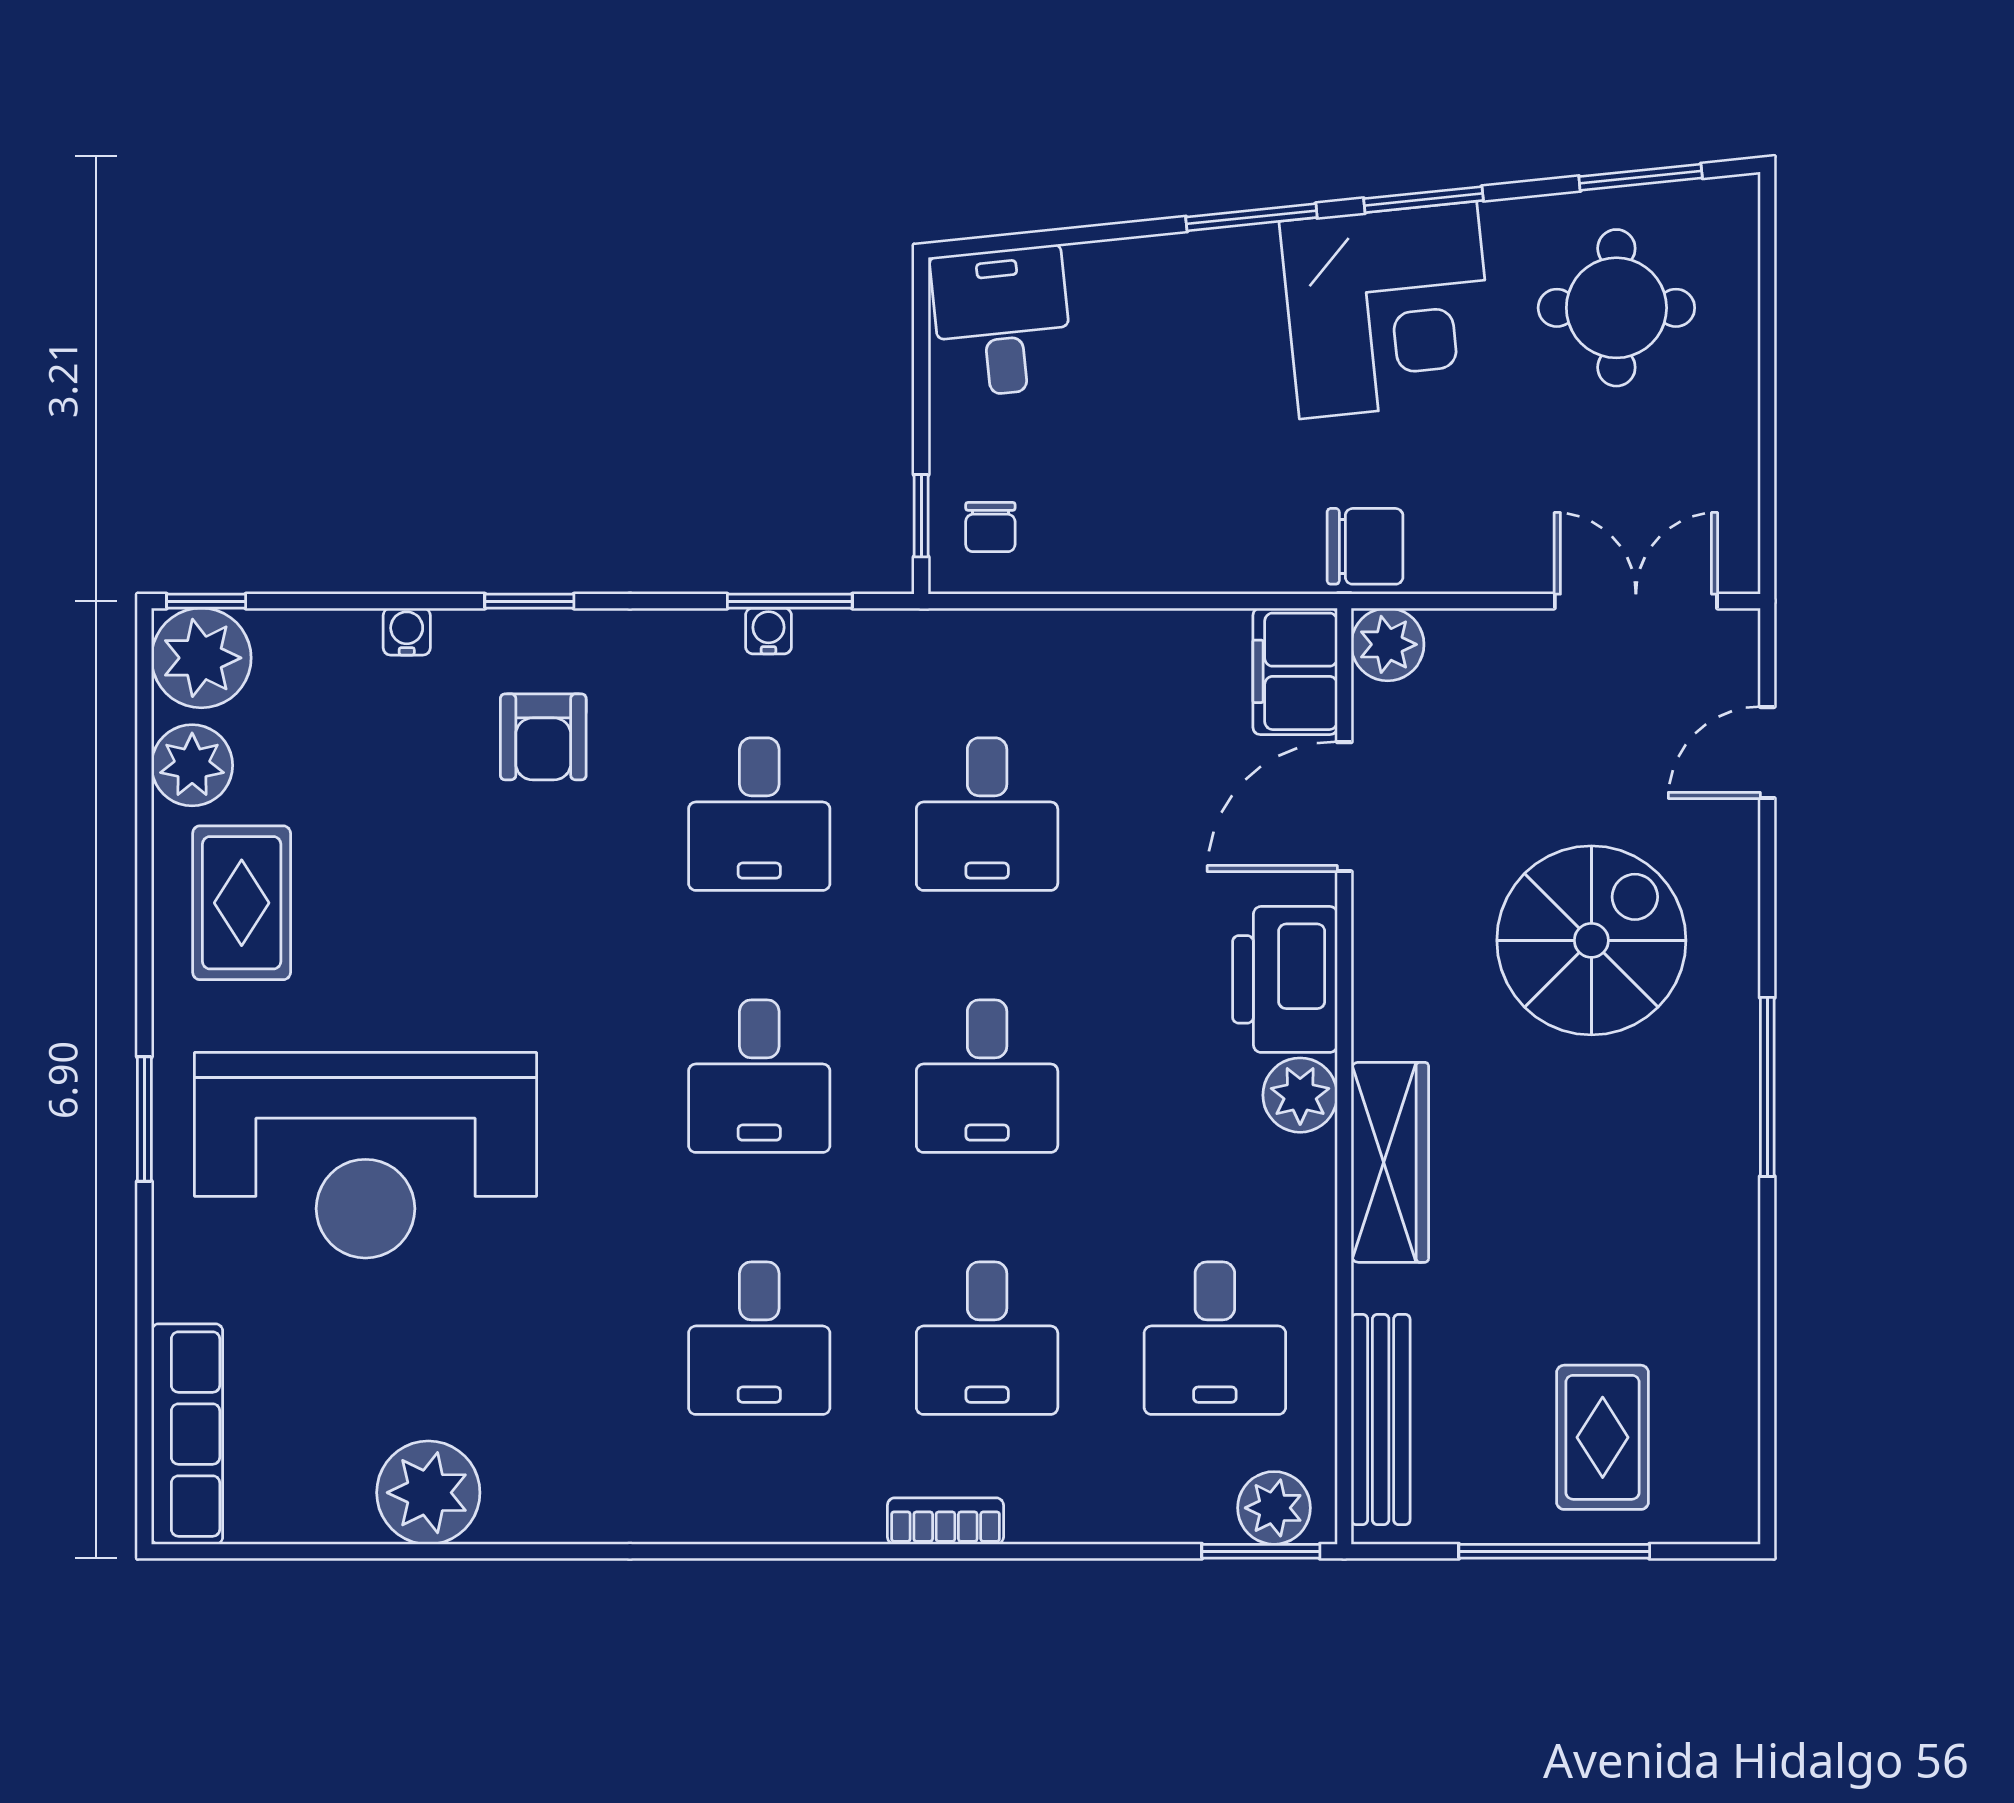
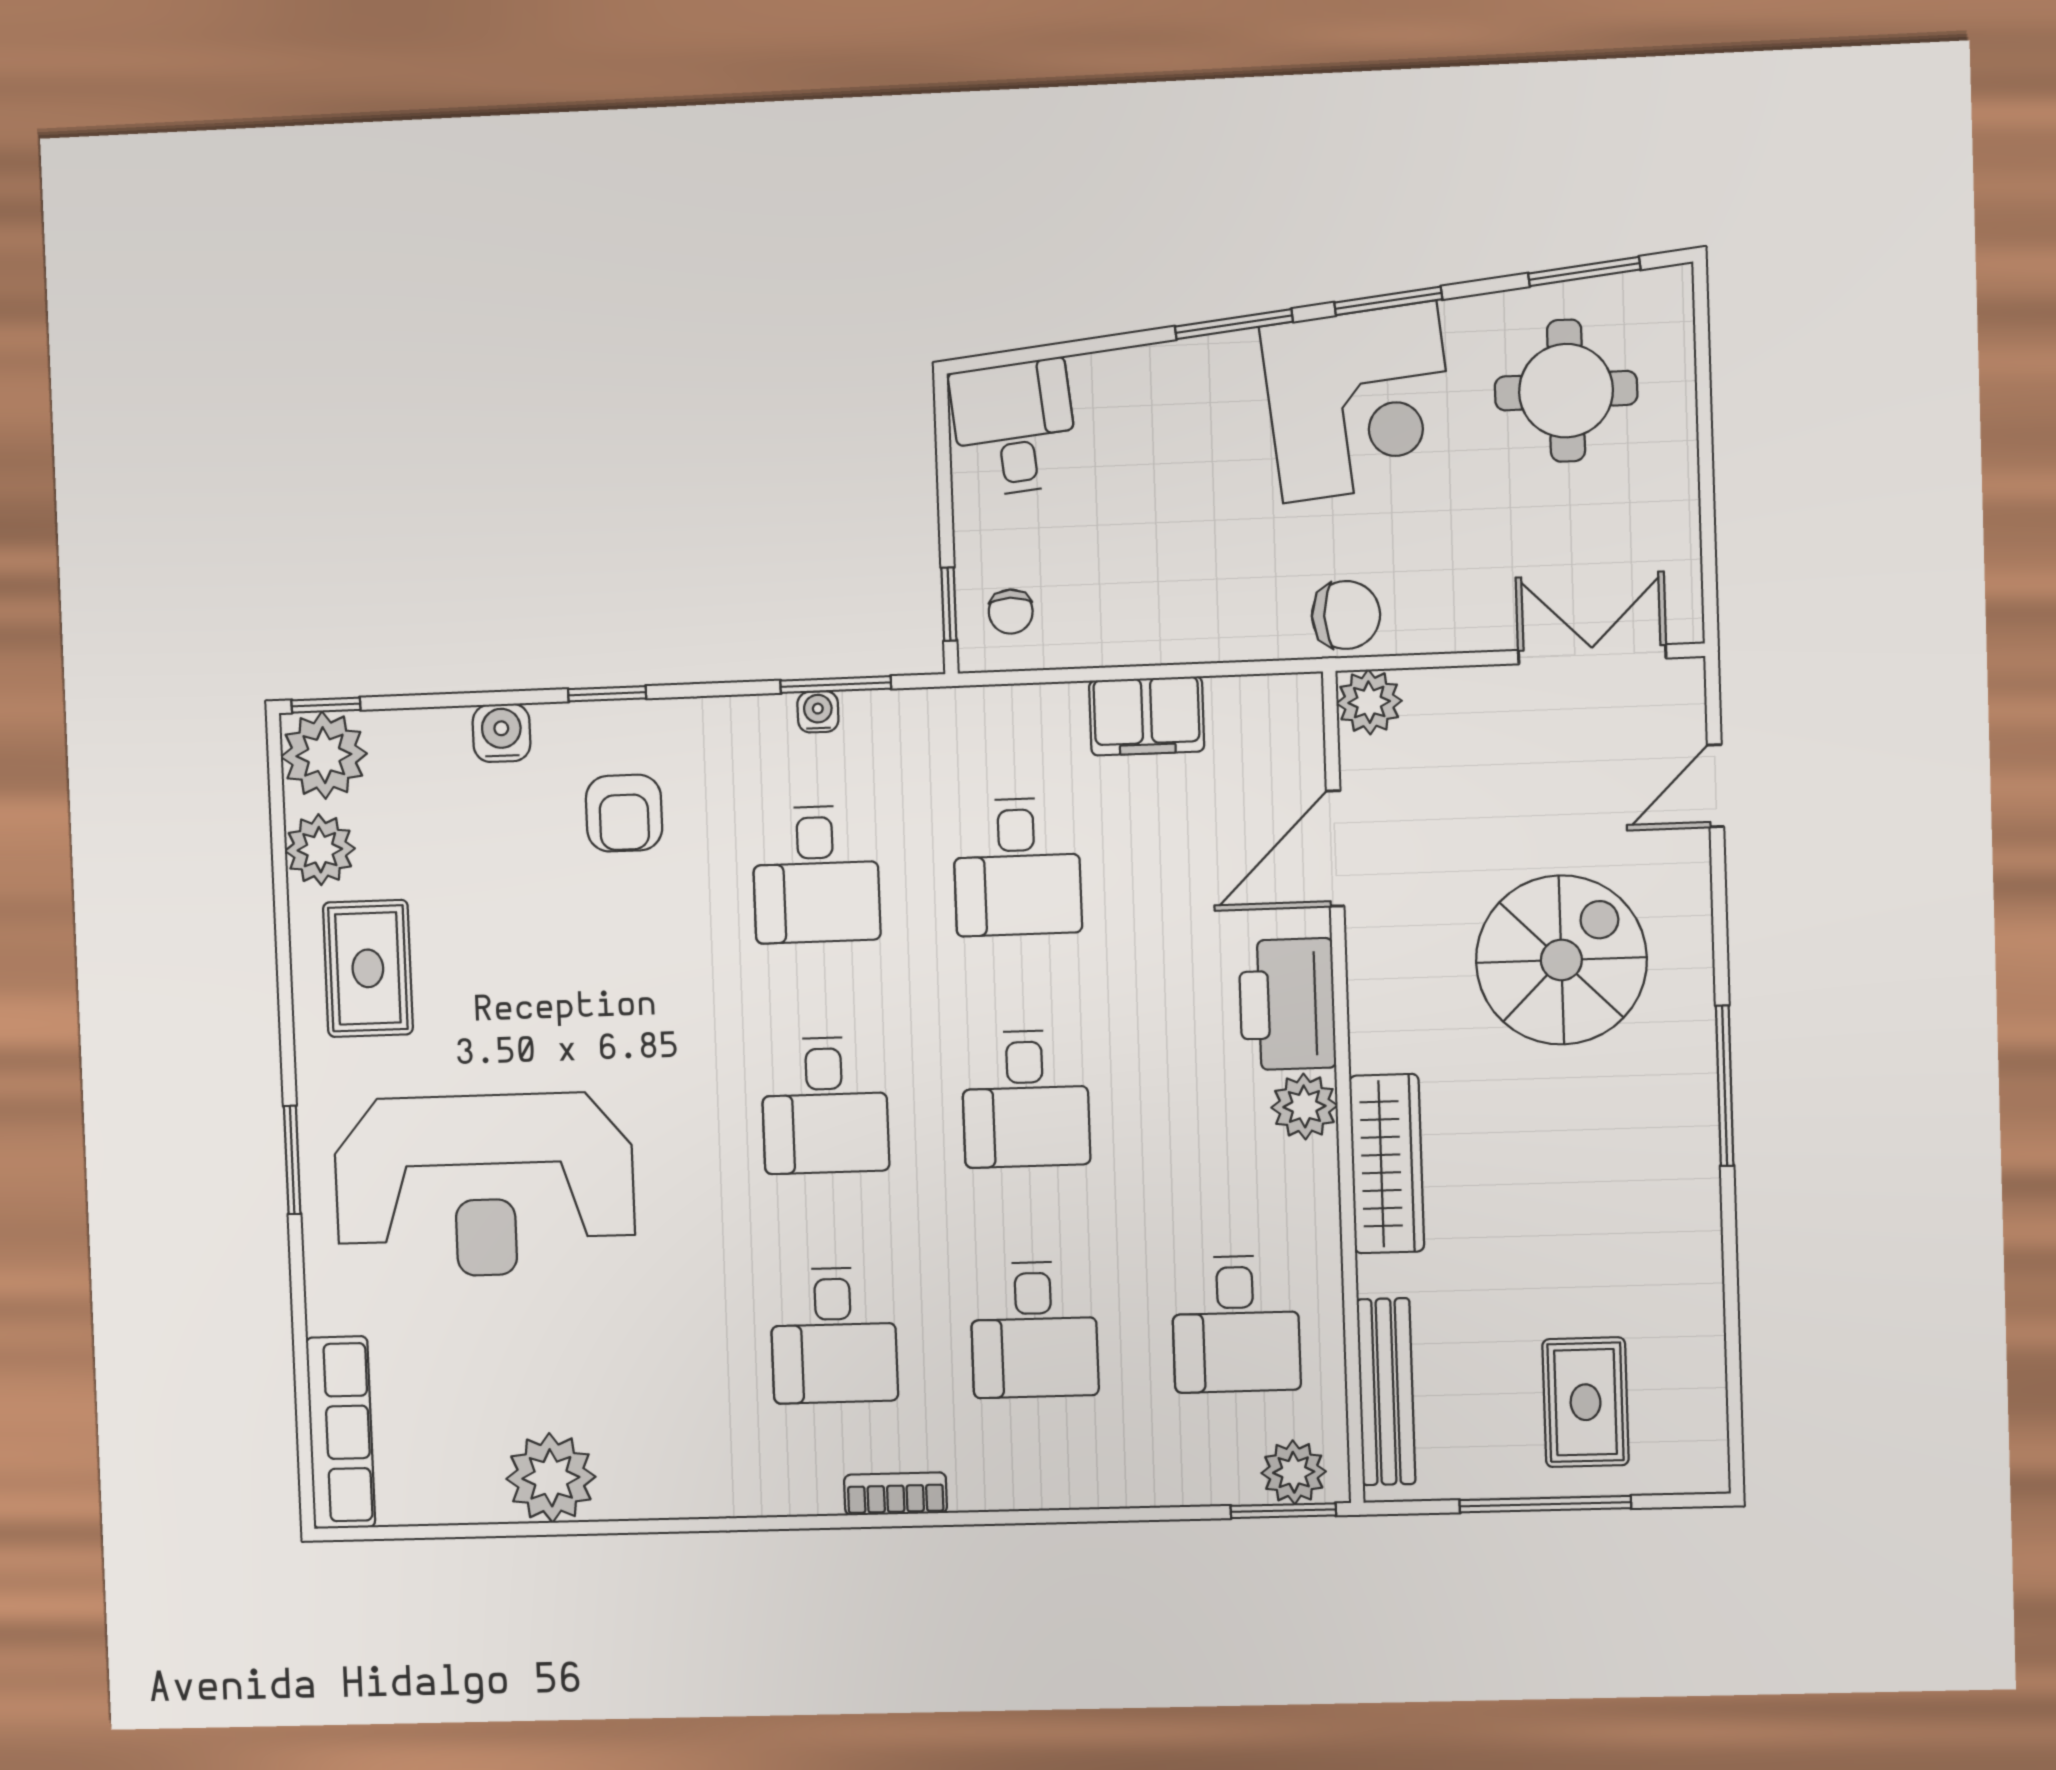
water cooler: (407, 632) -> (501, 733), width x1.38, depth x1.38
filing cabinet: (1295, 671) -> (1147, 716), moved, turned -90
bookcase: (945, 1521) -> (896, 1494), moved

